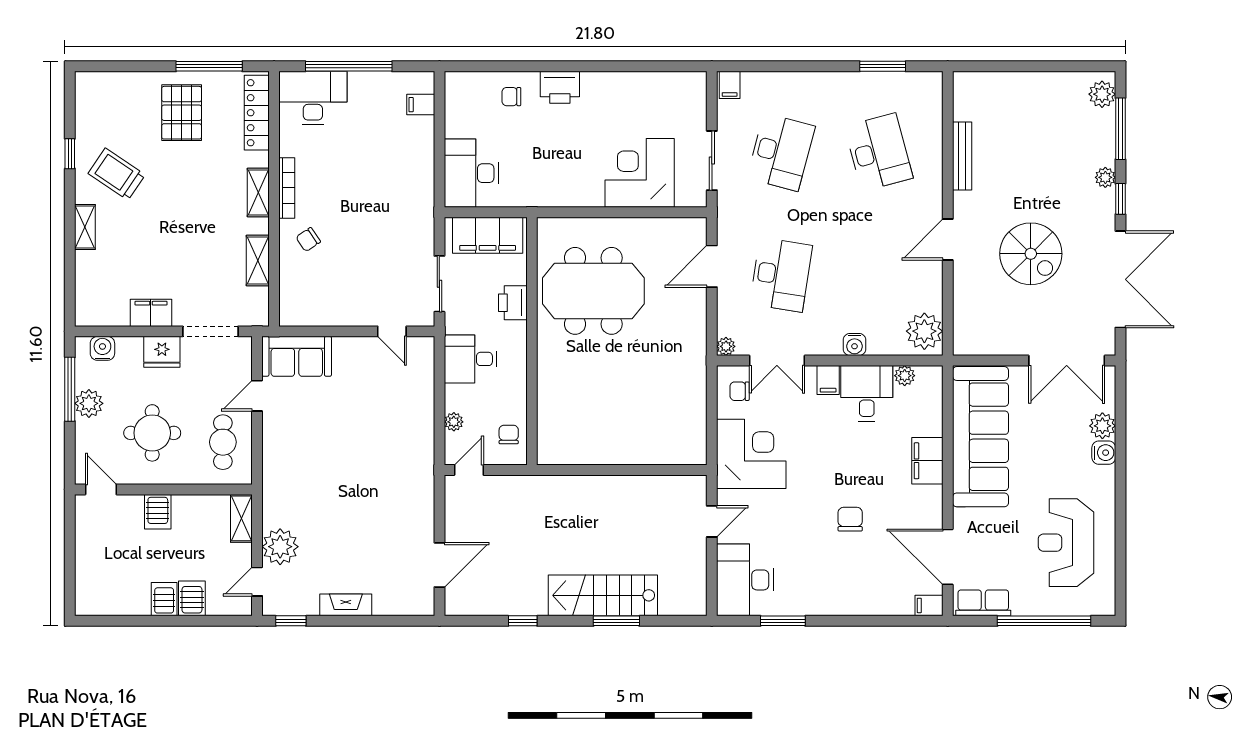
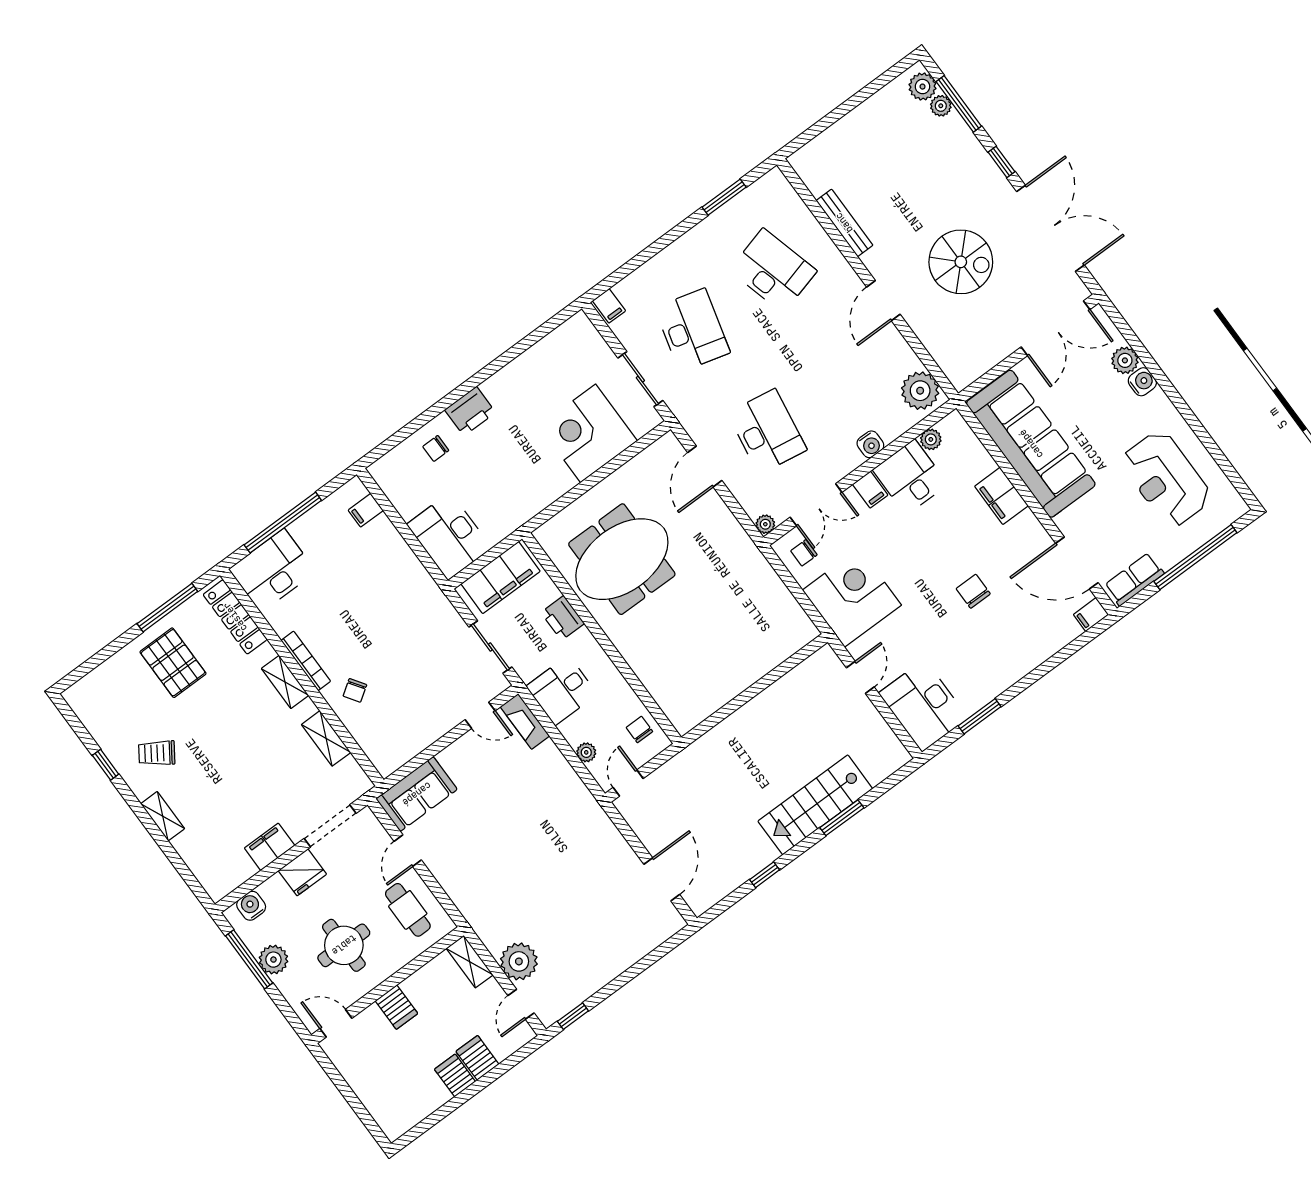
trolley: (117, 174) -> (157, 753), width x0.73, depth x0.72
plant: (1105, 177) -> (941, 106), moved
fireplace: (346, 605) -> (525, 721), moved, turned -90

